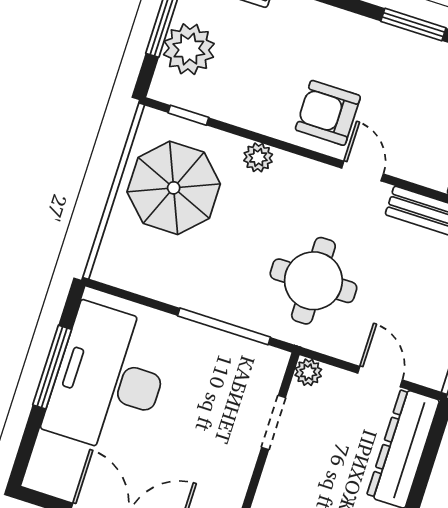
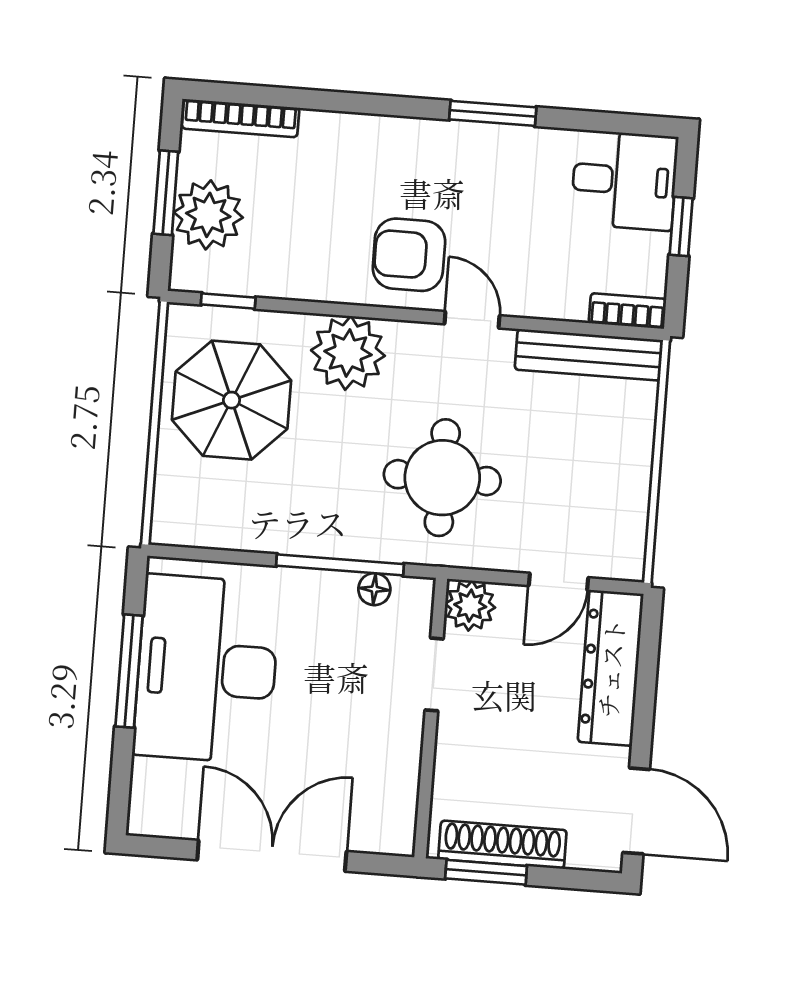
plant: (258, 157) -> (348, 353), width x1.88, depth x1.88
floor lamp: (245, 350) -> (374, 589), added
plant: (308, 372) -> (470, 606), width x1.38, depth x1.38
door: (380, 377) -> (558, 582), swing flipped

